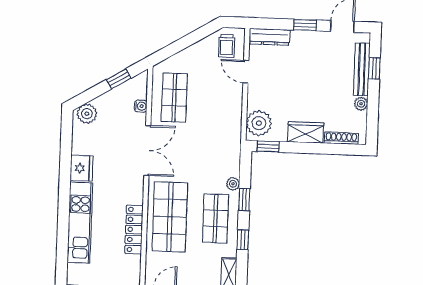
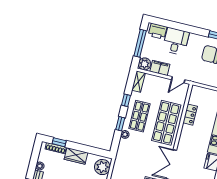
window: (268, 146) -> (59, 142), moved
locker: (134, 230) -> (190, 115), width x0.66

